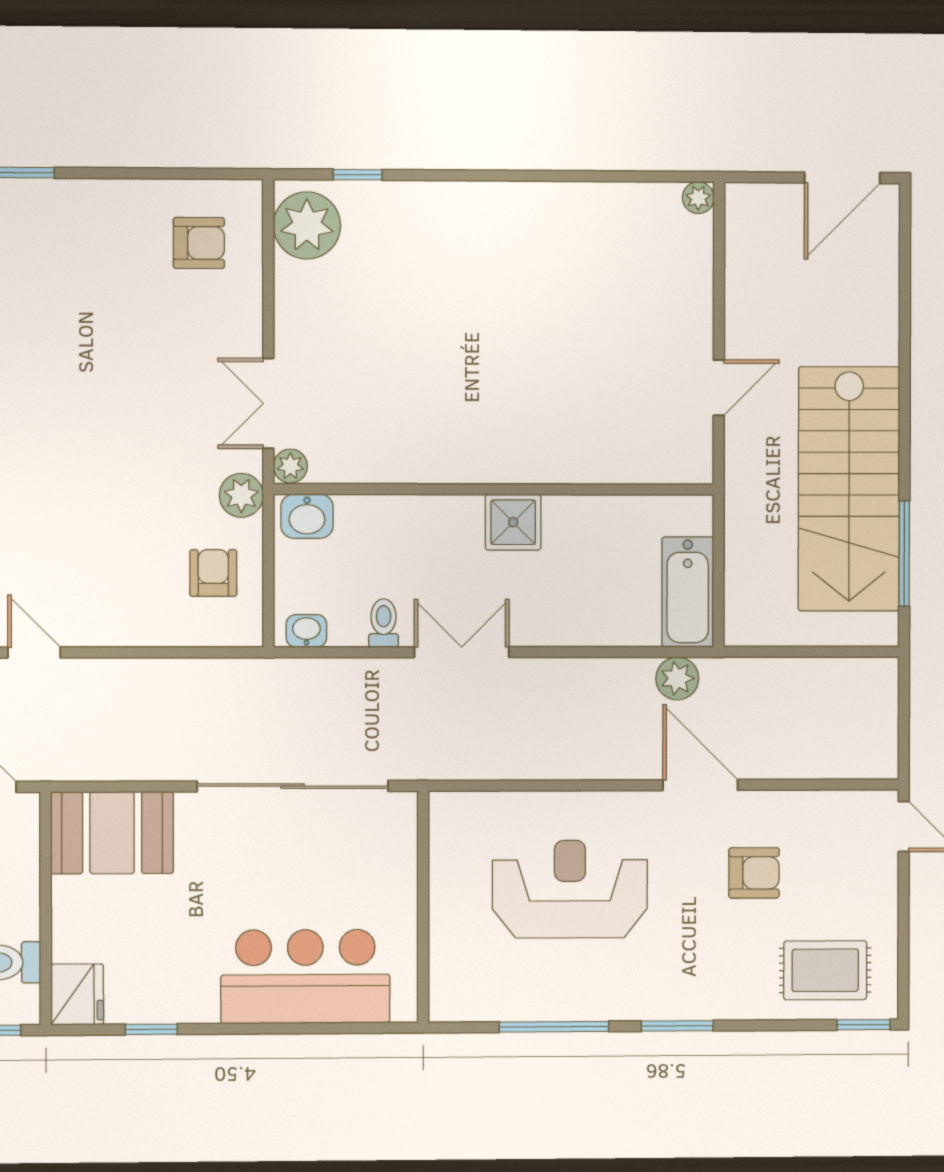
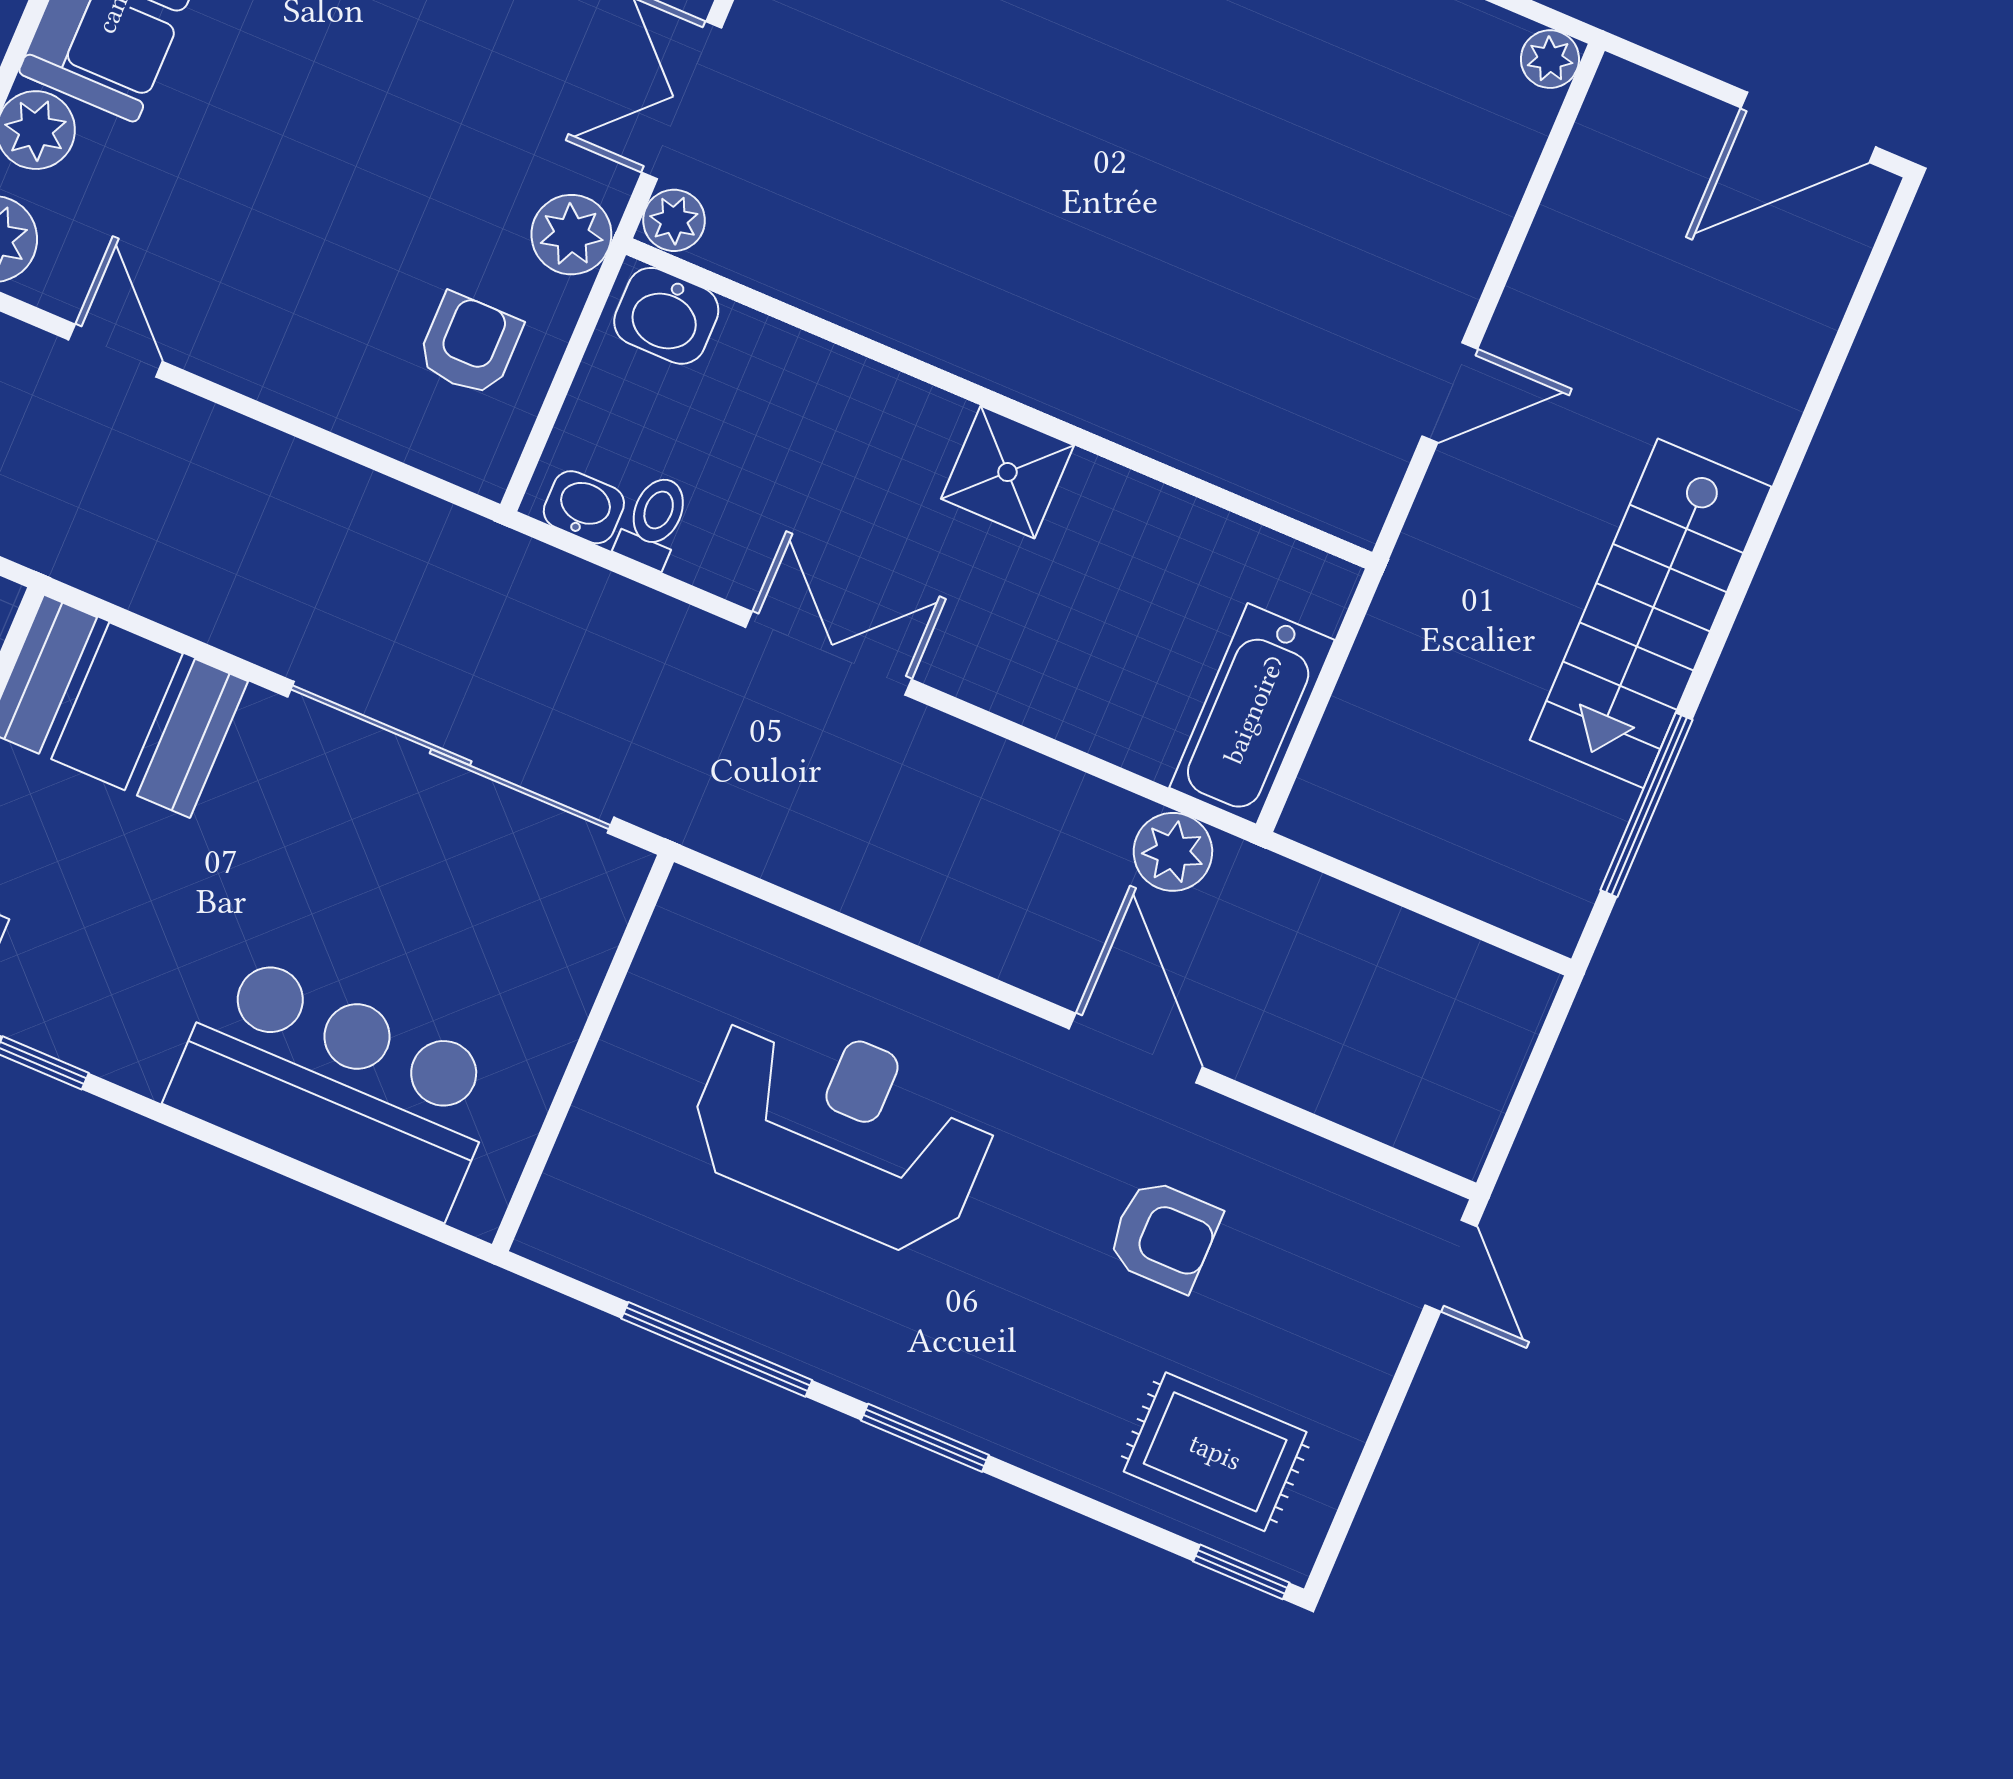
stairs: (849, 489) -> (1651, 613), width x0.73, depth x0.66
toilet: (384, 623) -> (654, 521), moved

